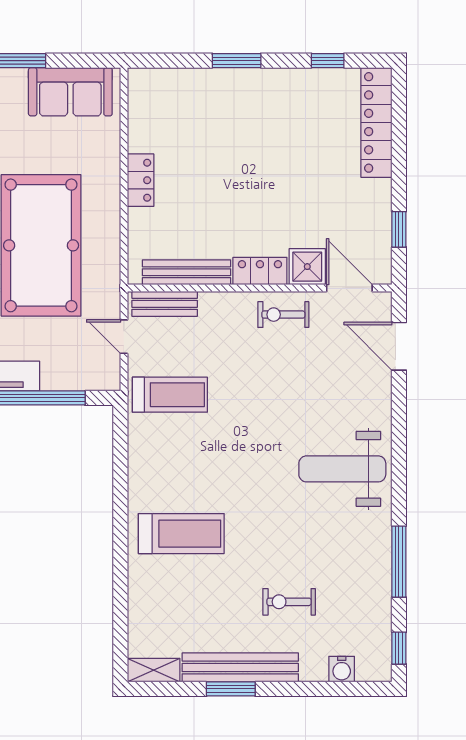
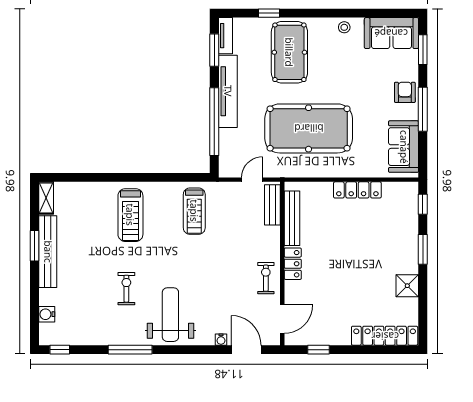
window: (328, 61) -> (423, 204), moved
locker: (141, 180) -> (357, 190), width x1.53
shower: (307, 267) -> (407, 286), moved
door: (399, 346) -> (246, 350), hinge flipped
water cooler: (383, 387) -> (221, 340), added
treadmill: (170, 395) -> (194, 211), moved
window: (399, 562) -> (130, 350), moved
exercise bike: (289, 602) -> (126, 289), moved

